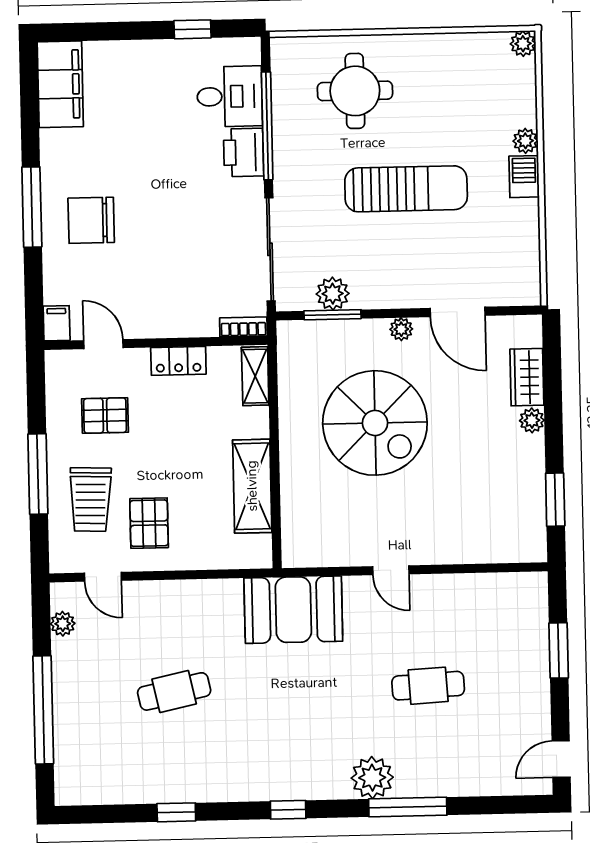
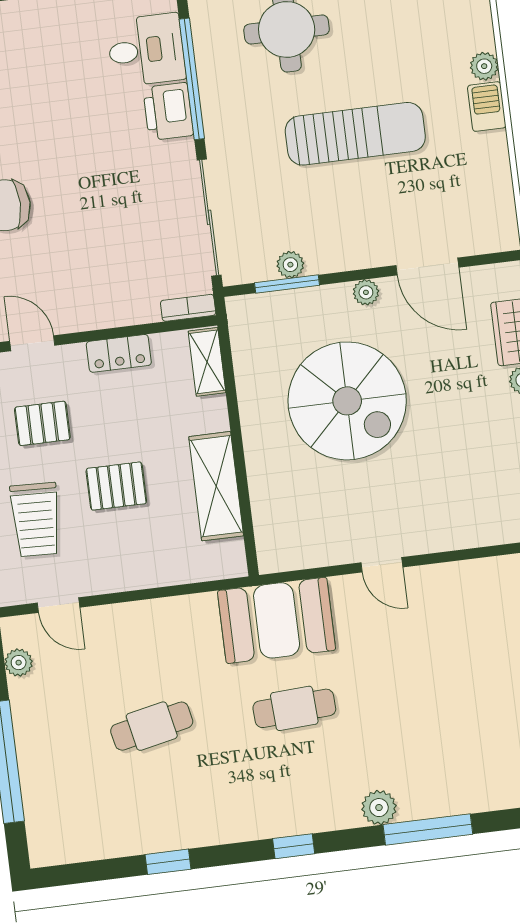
plant: (333, 294) -> (290, 265), width x0.73, depth x0.73
pallet: (149, 523) -> (116, 486), moved, turned 90
cafe table: (428, 686) -> (294, 708), moved
plant: (372, 778) -> (379, 808), width x0.73, depth x0.73

